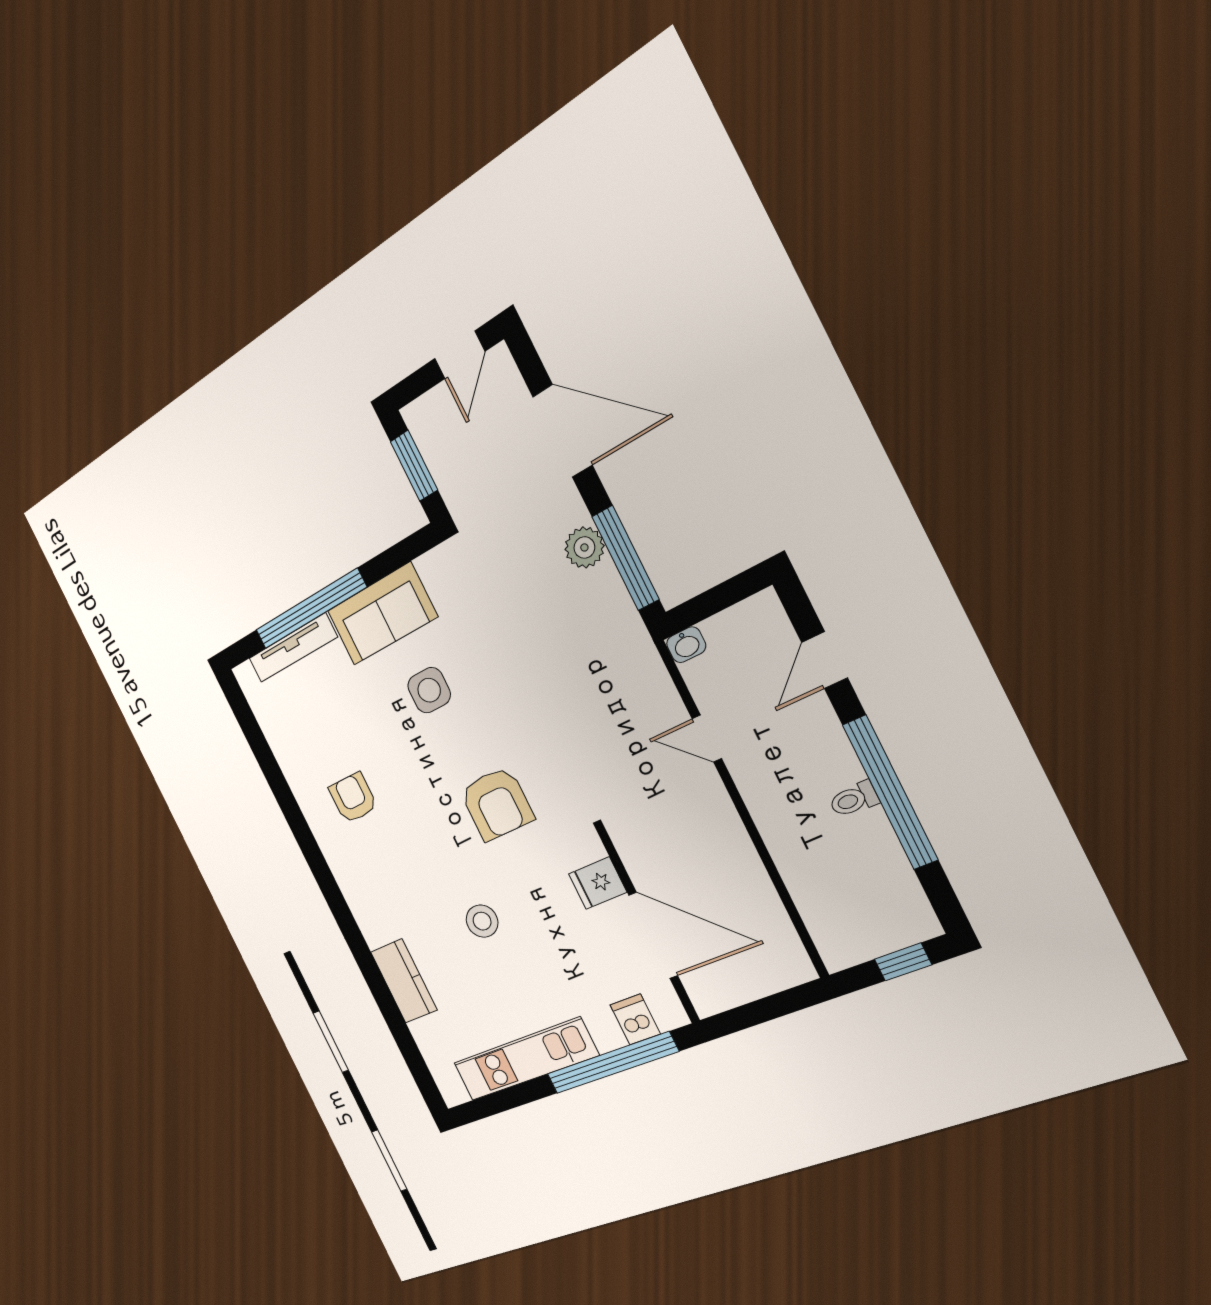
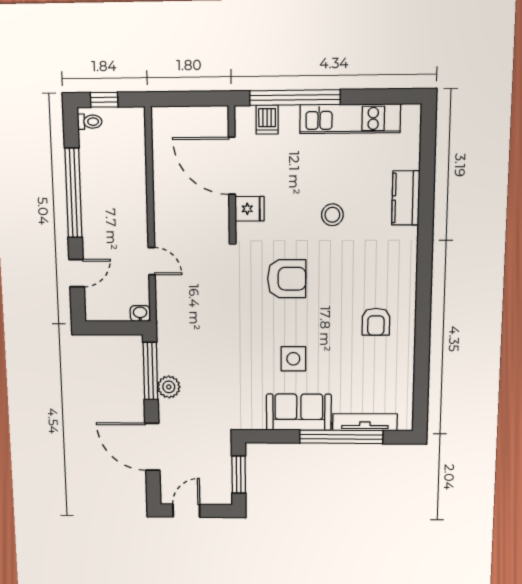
toilet: (854, 799) -> (90, 122), moved
armchair: (497, 804) -> (287, 279), turned 90

